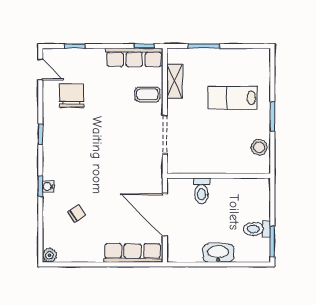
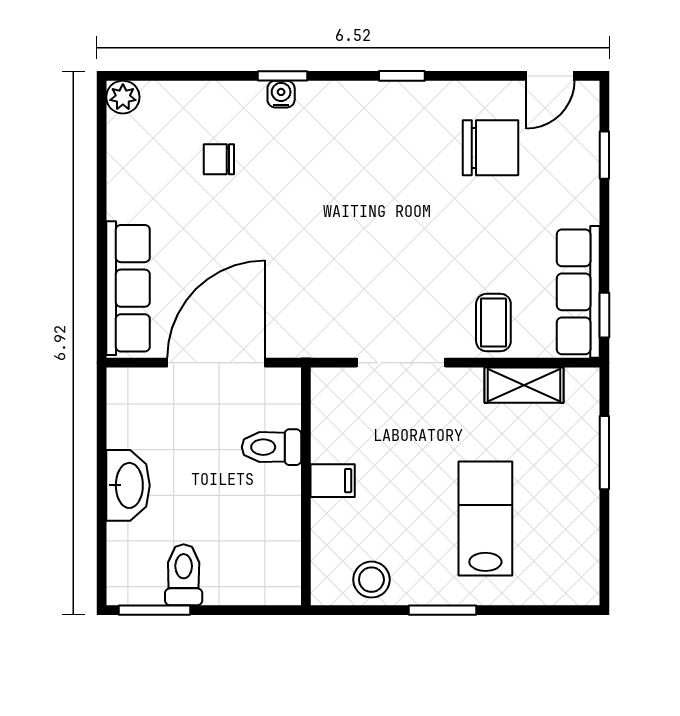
filing cabinet: (216, 164) -> (333, 481), added
chair: (77, 214) -> (219, 159), turned 123

